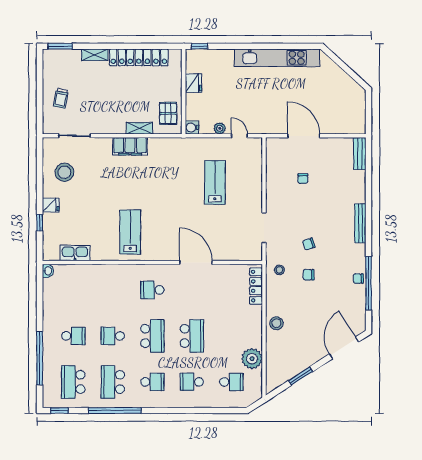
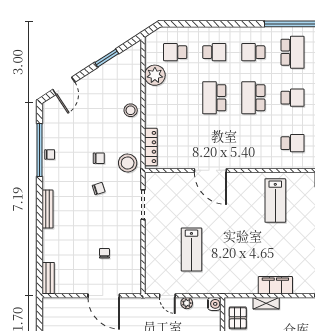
stool: (279, 270) -> (128, 163), width x1.89, depth x1.89
school desk: (152, 290) -> (292, 143), moved
door: (344, 348) -> (64, 86), width x0.73

